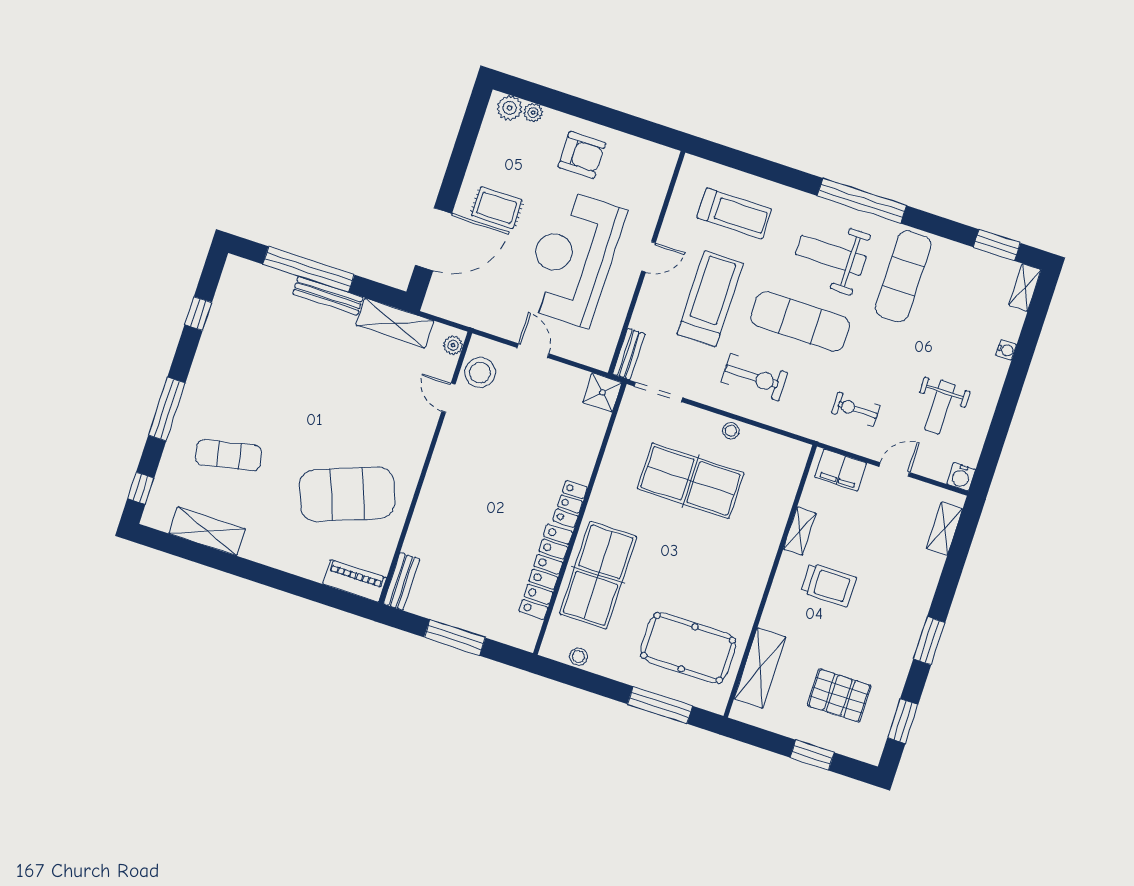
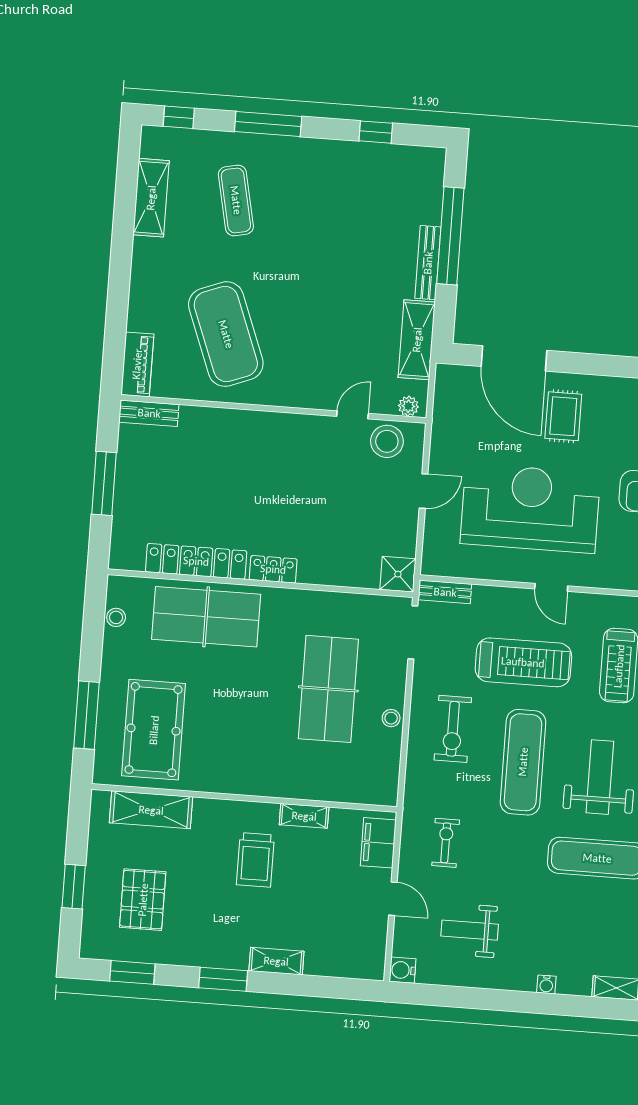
shelving: (944, 529) -> (276, 961), moved

